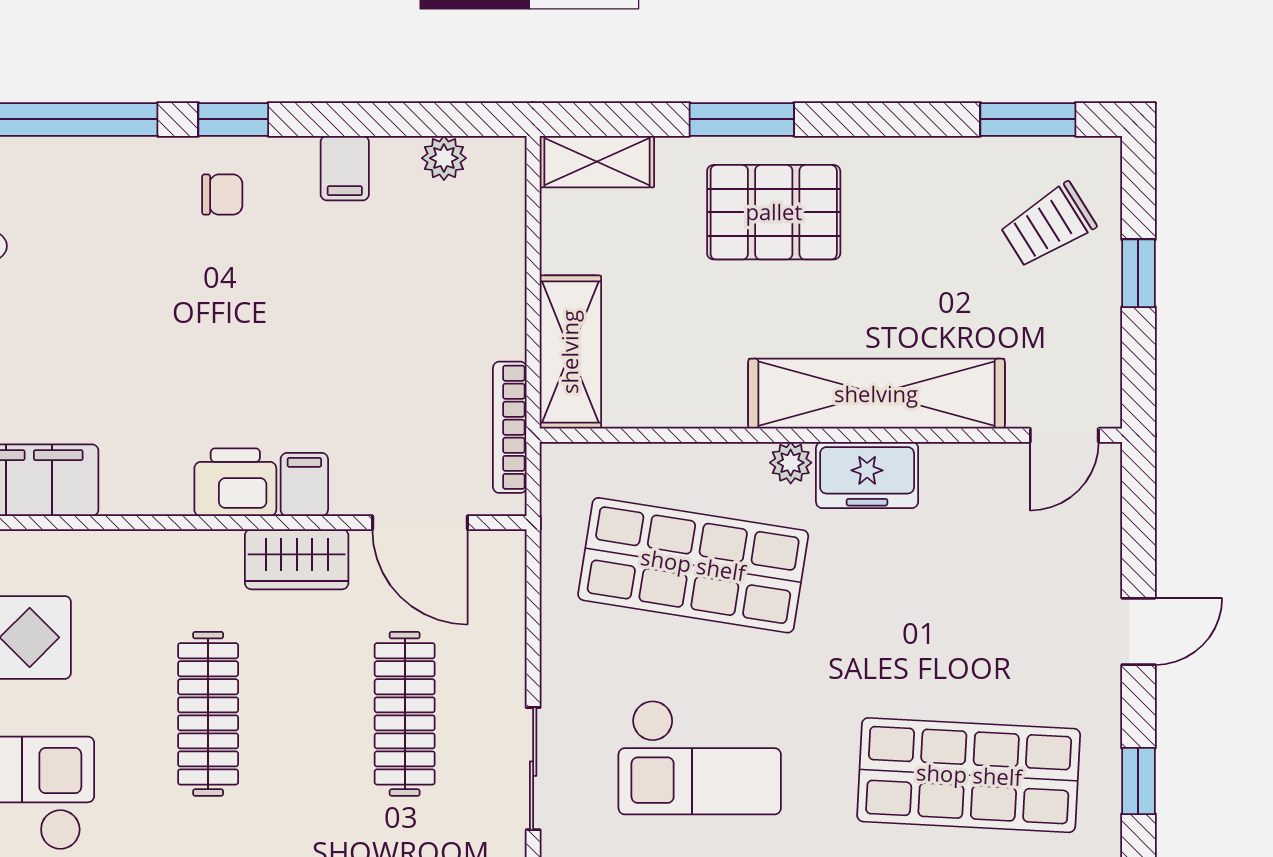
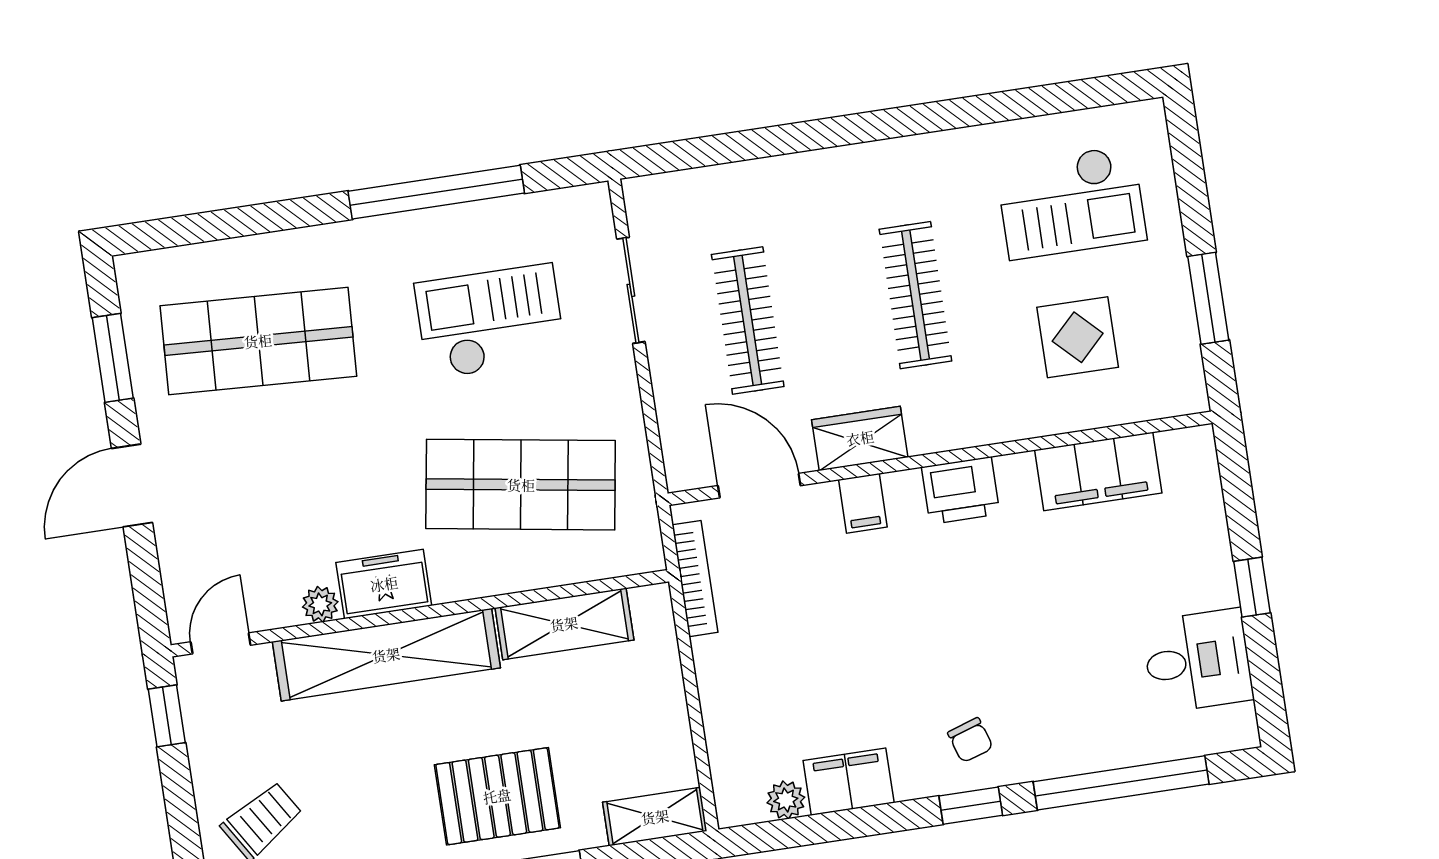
filing cabinet: (345, 168) -> (849, 782), width x2.00
chair: (222, 195) -> (970, 740), turned -108
window: (1138, 273) -> (167, 716), moved
shelving: (570, 352) -> (564, 624), moved, turned 90
plant: (791, 463) -> (320, 604), moved
printer: (235, 482) -> (961, 490), moved
door: (1138, 631) -> (132, 486), width x1.37
window: (1138, 781) -> (113, 358), width x1.50

